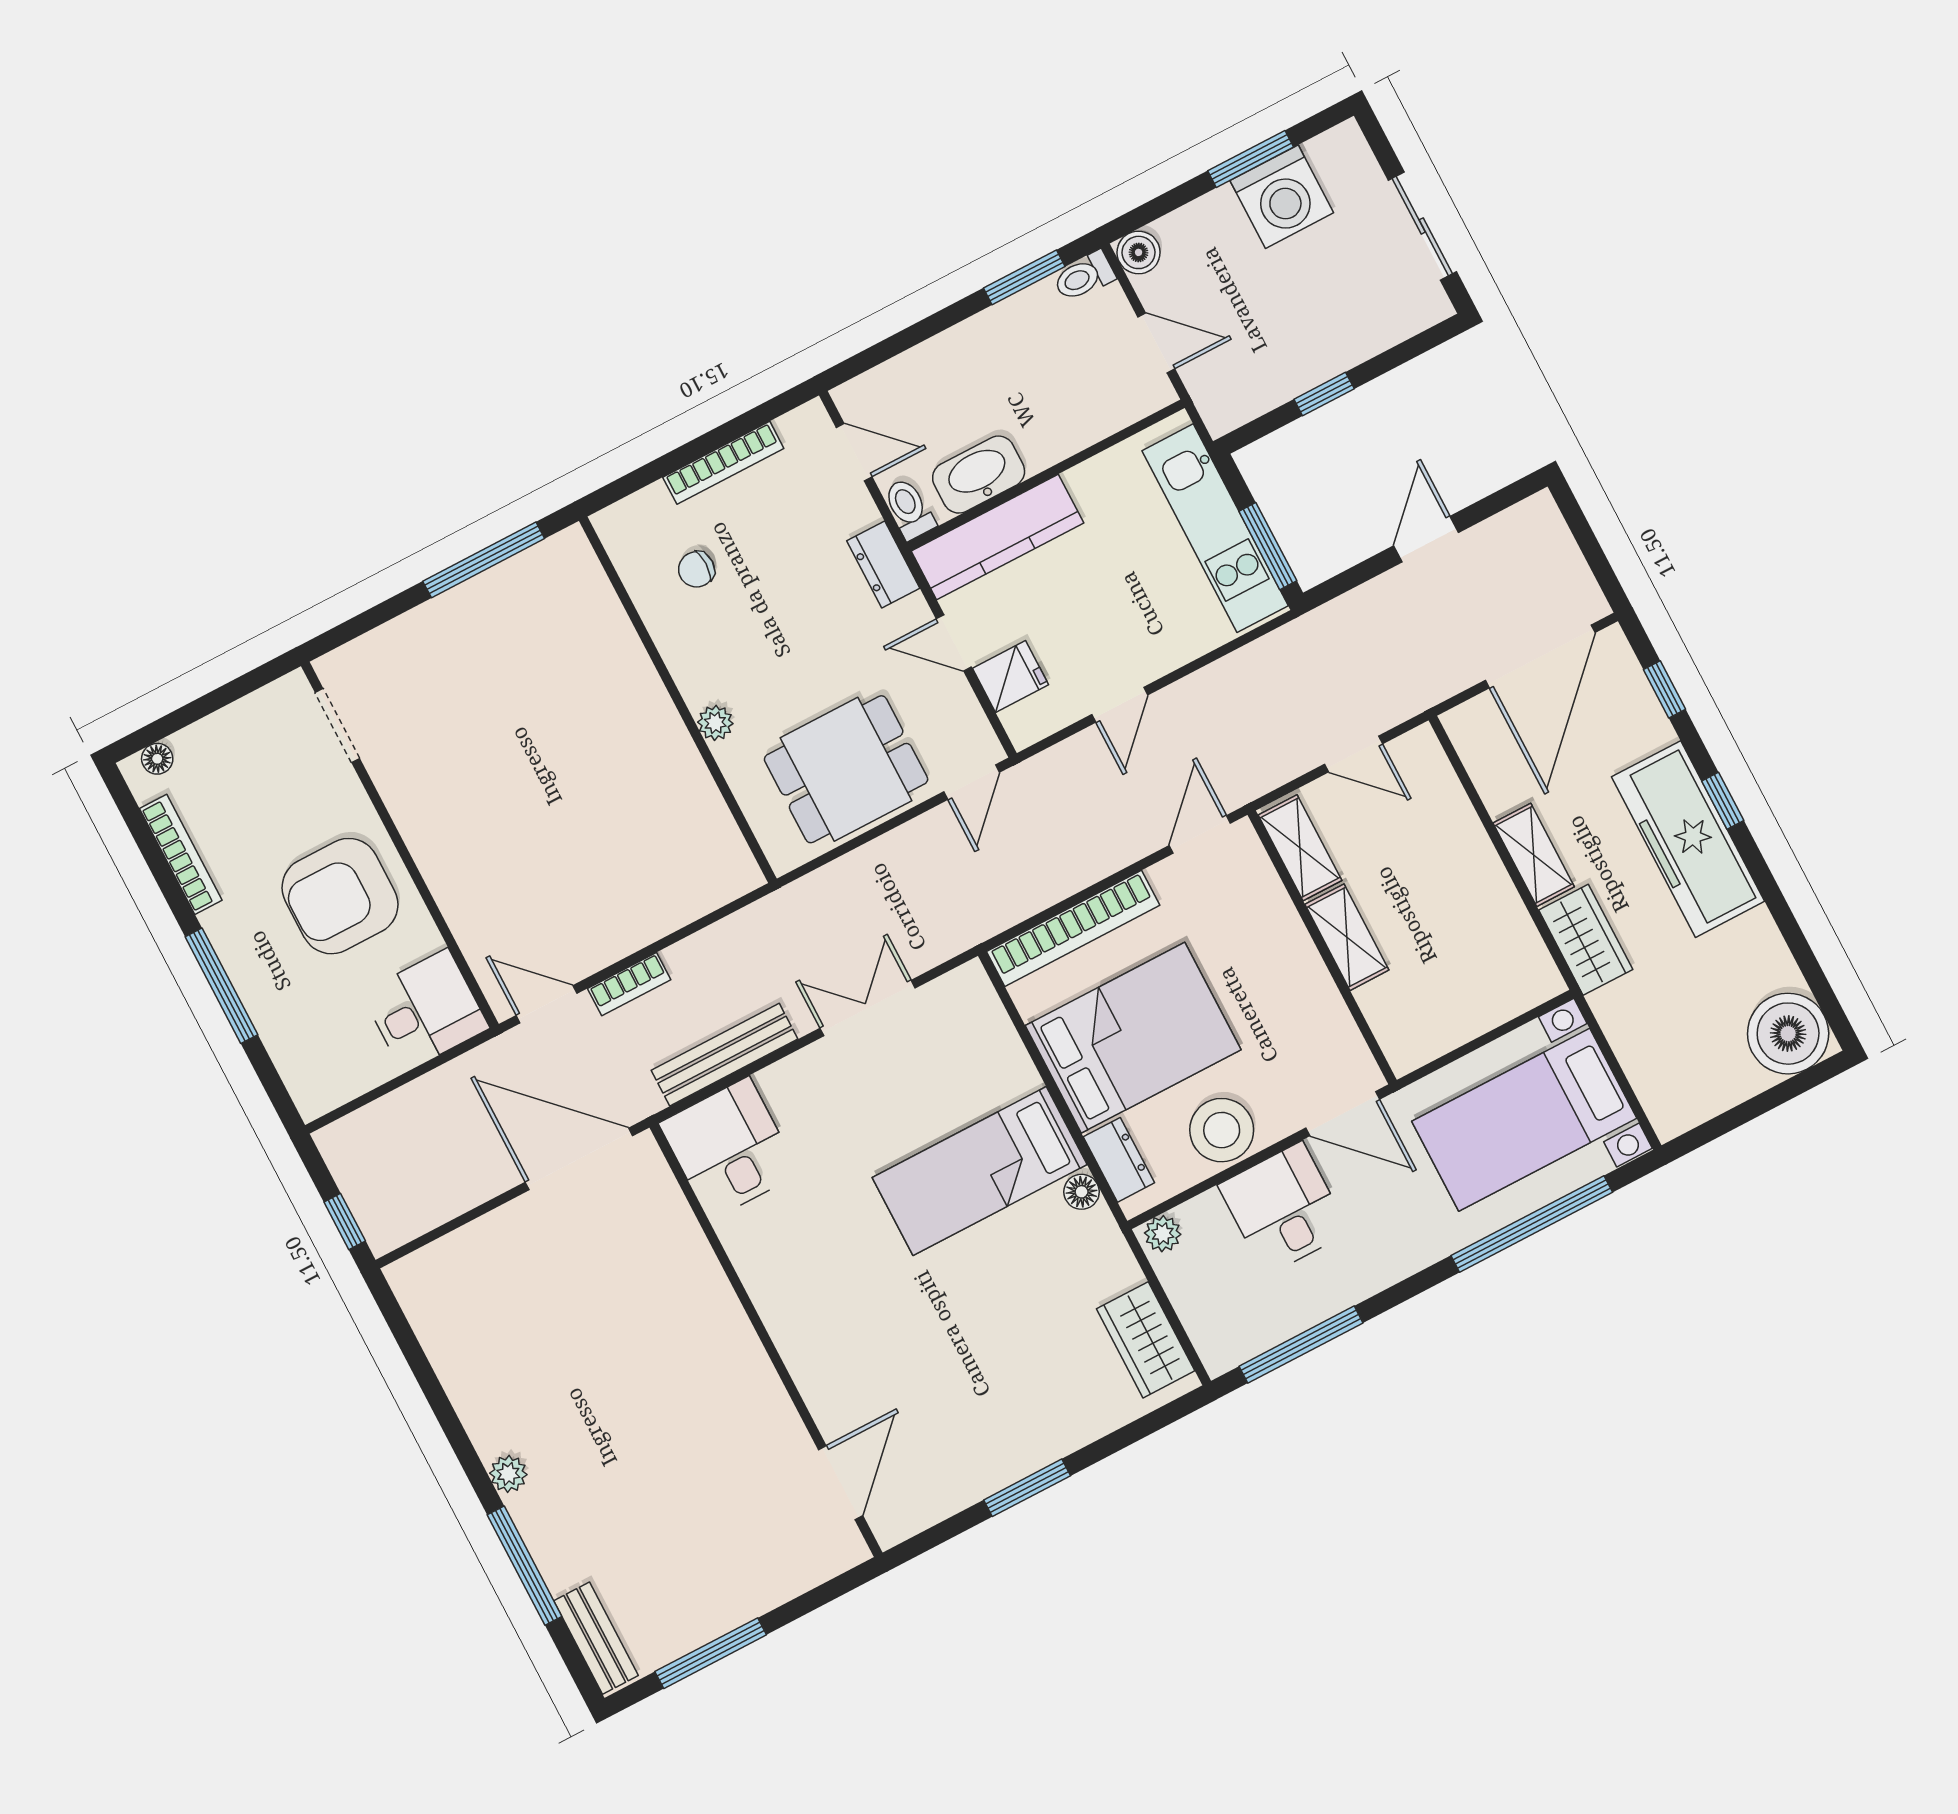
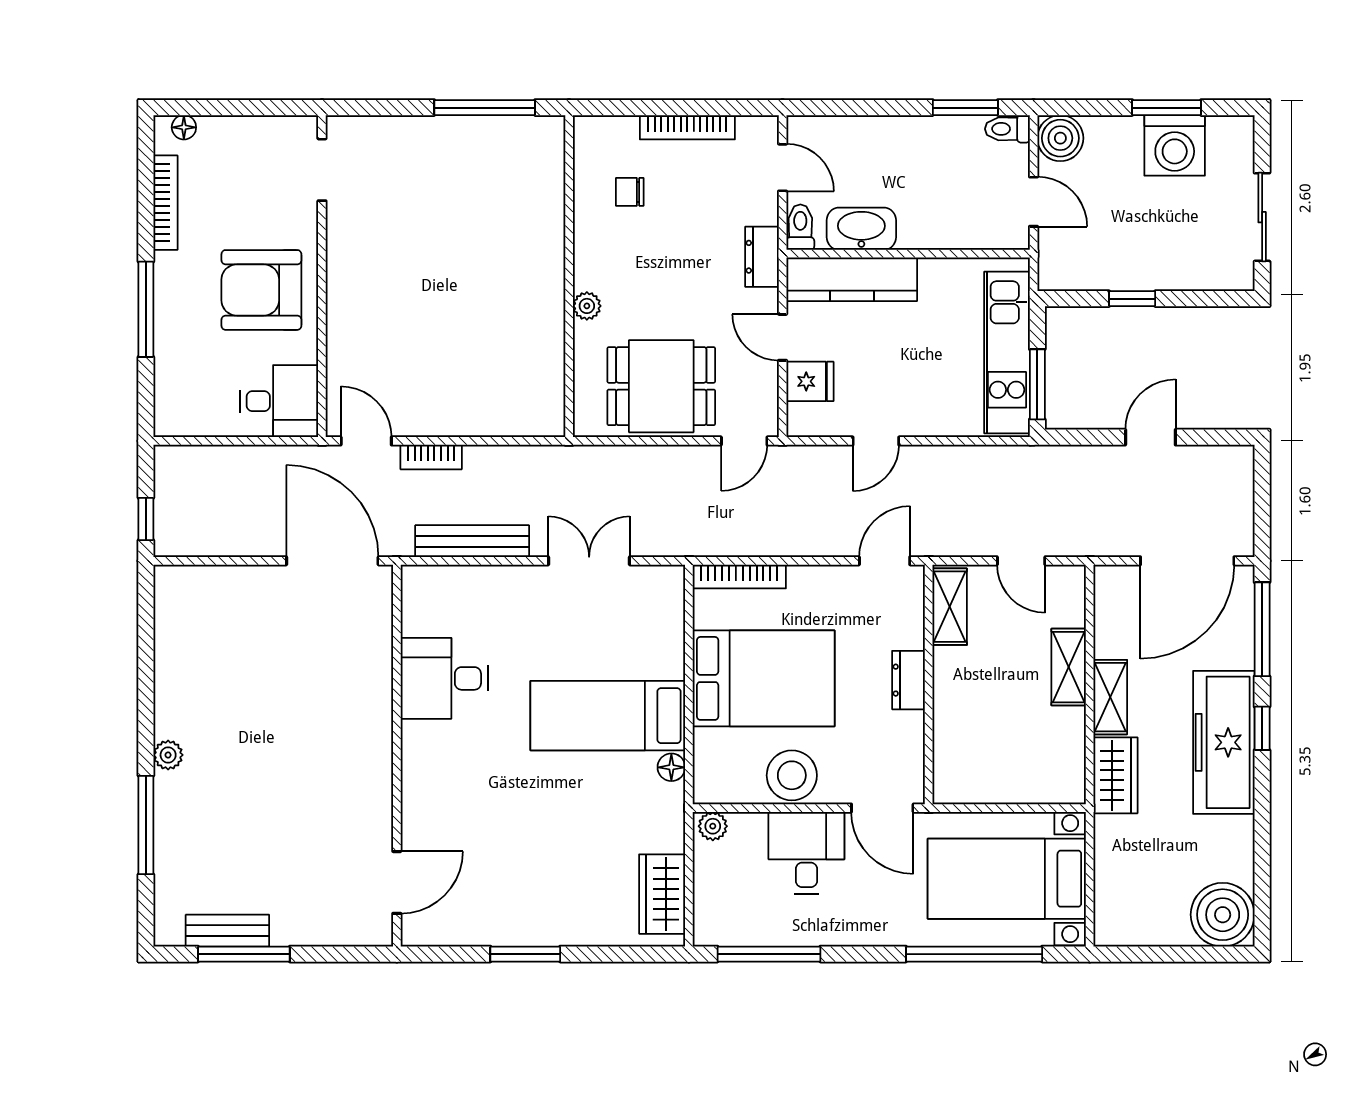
boiler: (1139, 252) -> (1060, 138), width x1.36, depth x1.36
window: (1665, 689) -> (1262, 629), width x2.17
bookcase: (1073, 928) -> (739, 576), width x0.68, depth x0.76
shelving: (1347, 937) -> (1069, 667), moved
desk: (729, 1148) -> (444, 678), moved, turned -90
dresser: (1119, 1160) -> (908, 680), moved, turned 180
bench: (596, 1638) -> (227, 931), moved, turned 90

